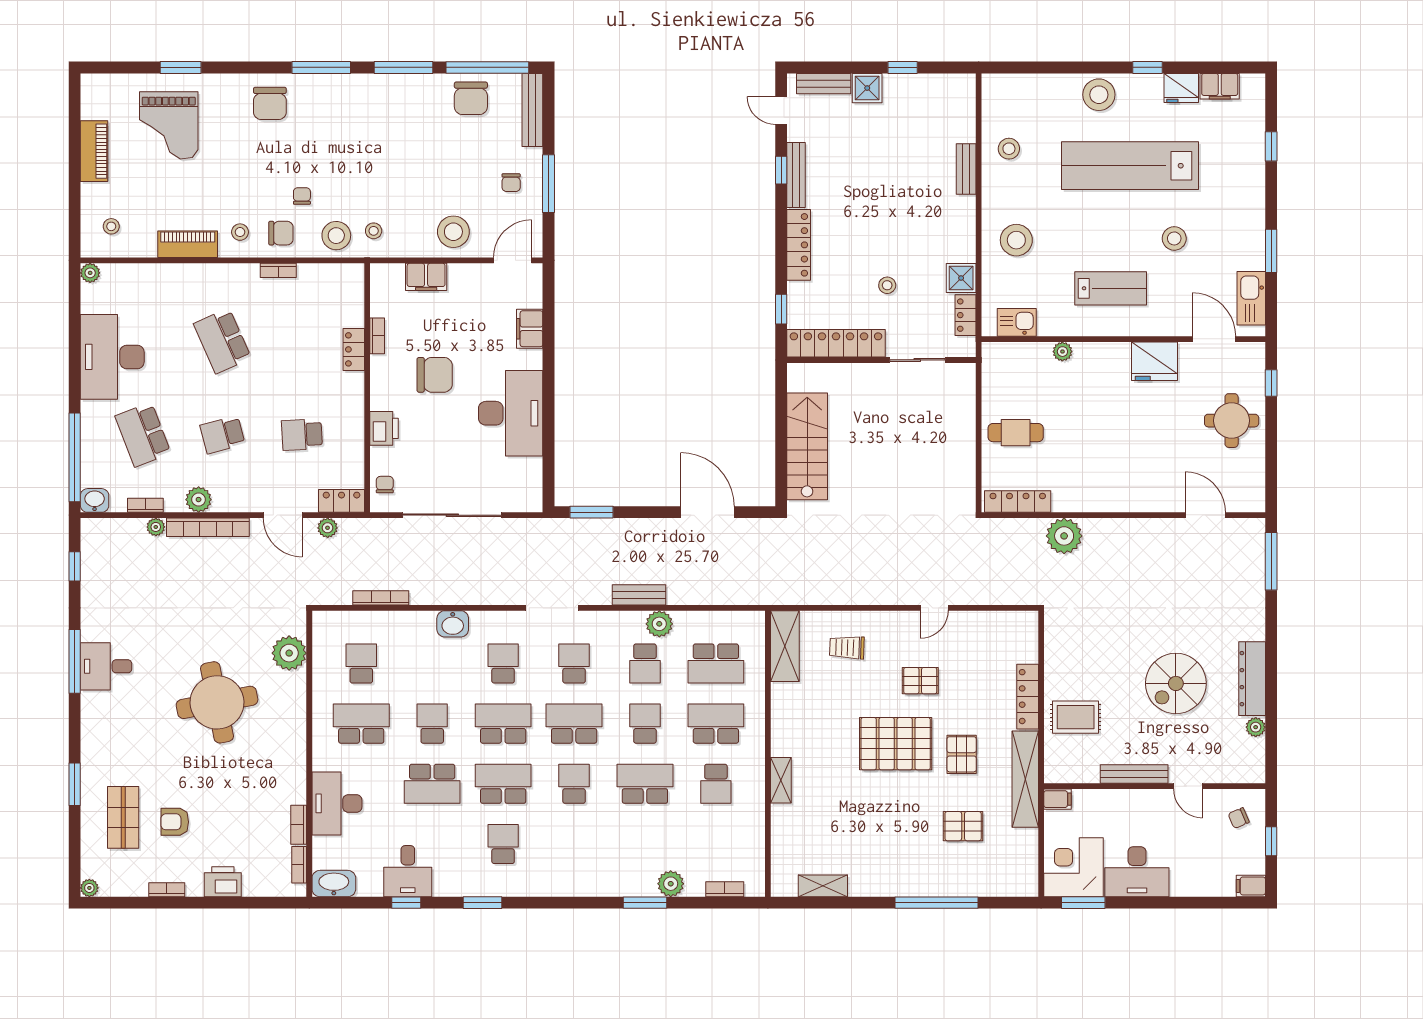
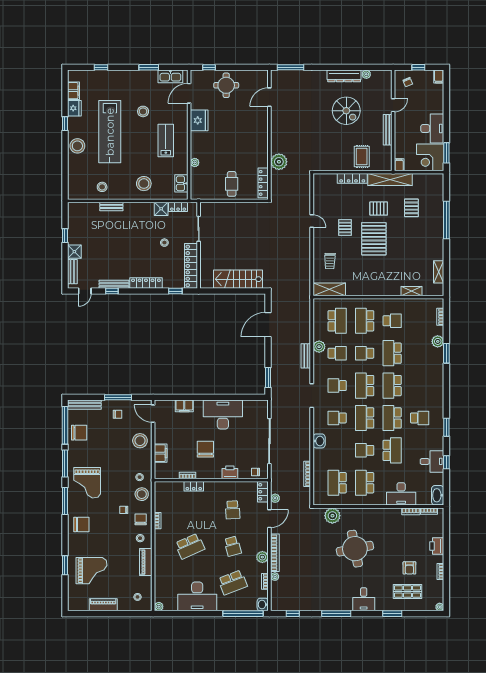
grand piano: (361, 116) -> (87, 483), added
school desk: (361, 663) -> (337, 483), width x1.85
desk: (106, 666) -> (364, 599), moved
shelving: (781, 780) -> (412, 291), moved
school desk: (574, 784) -> (392, 386), width x1.85
school desk: (503, 844) -> (420, 418), turned 180

